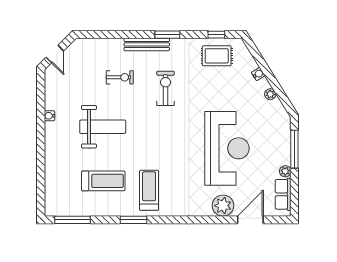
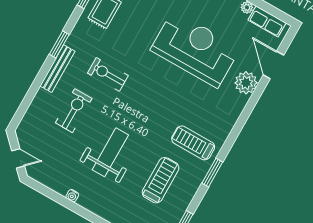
exercise bike: (120, 77) -> (74, 111), width x1.38, depth x1.39

